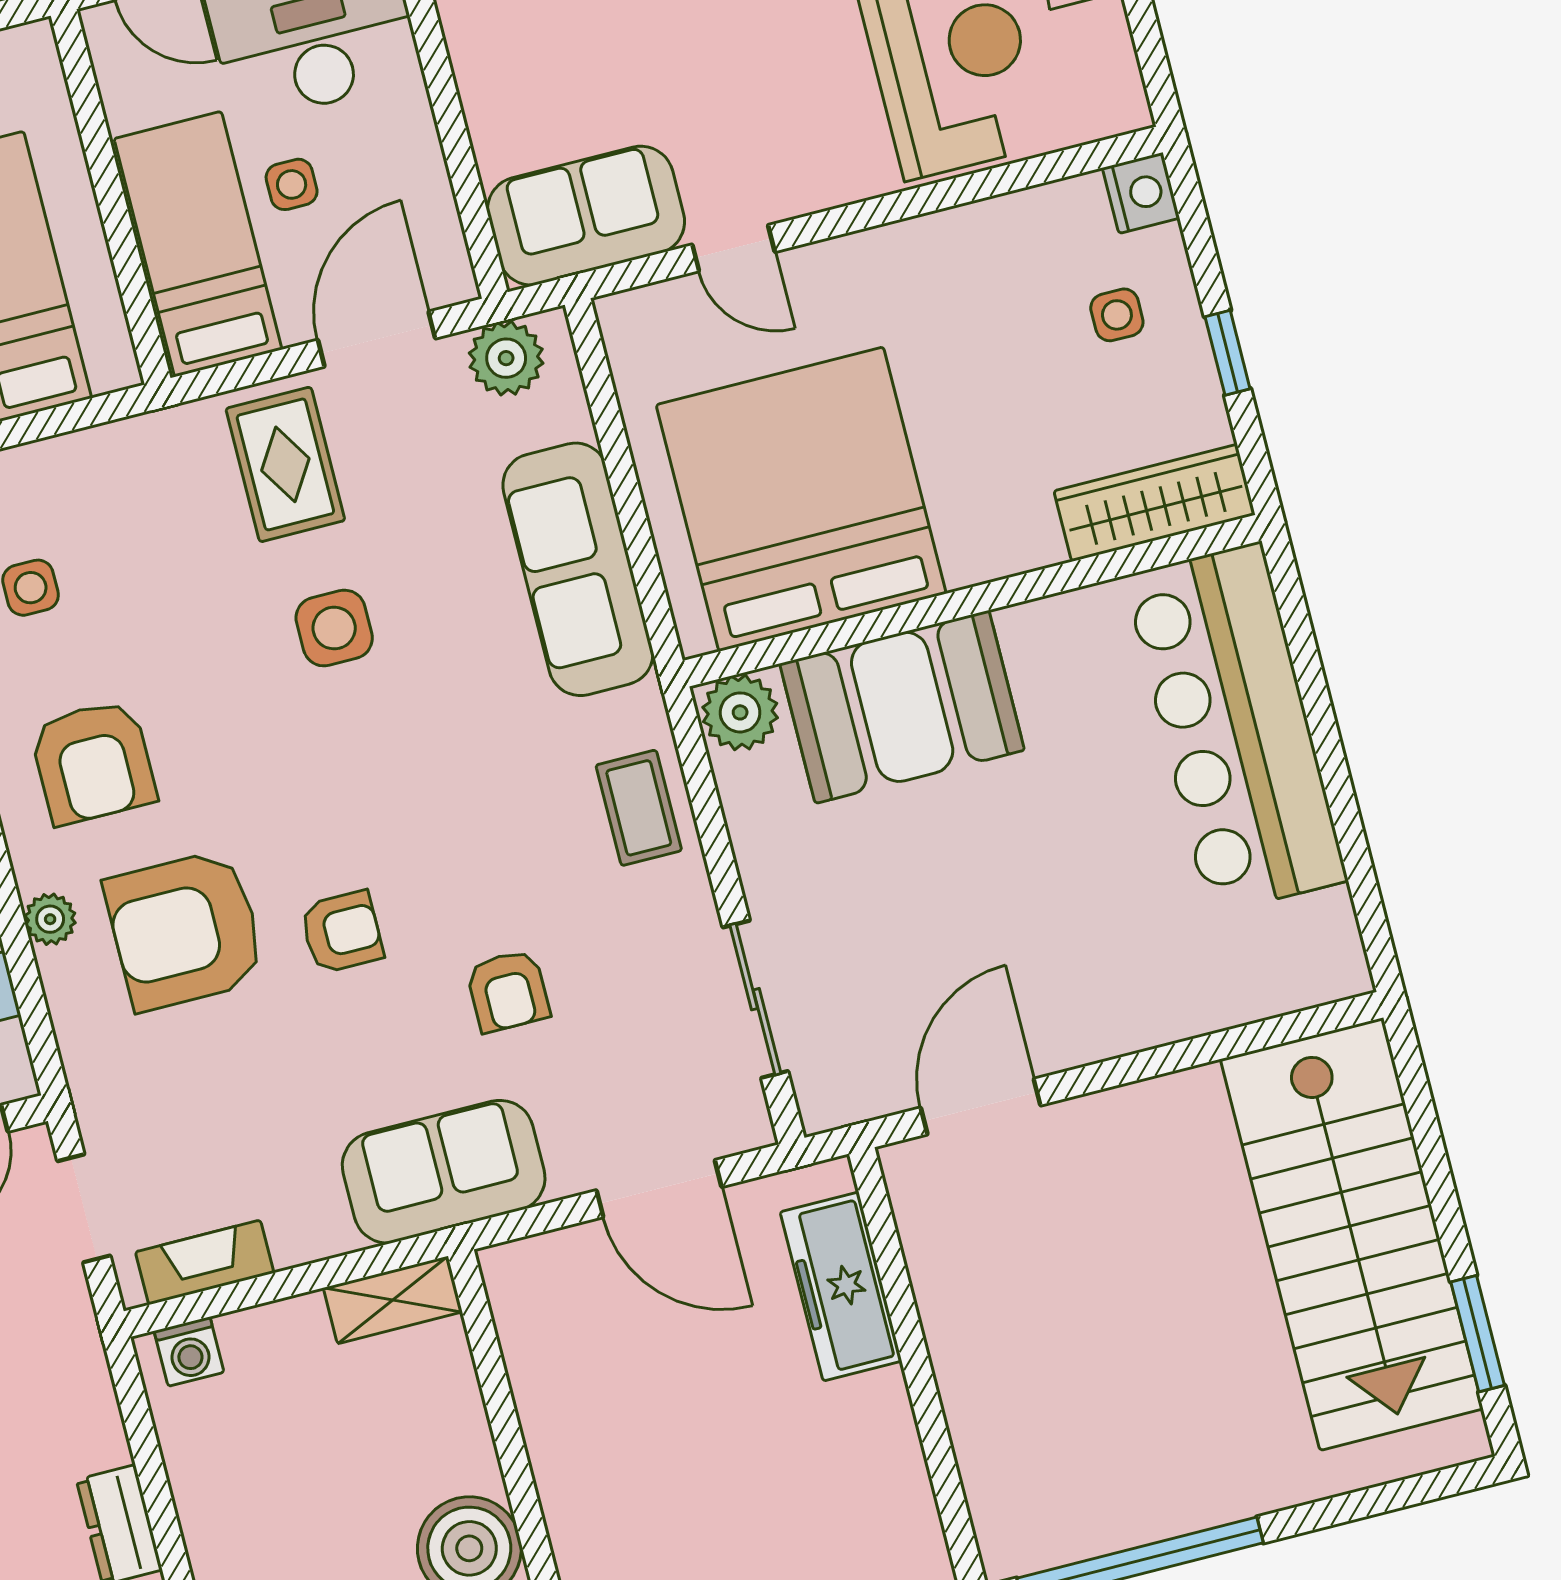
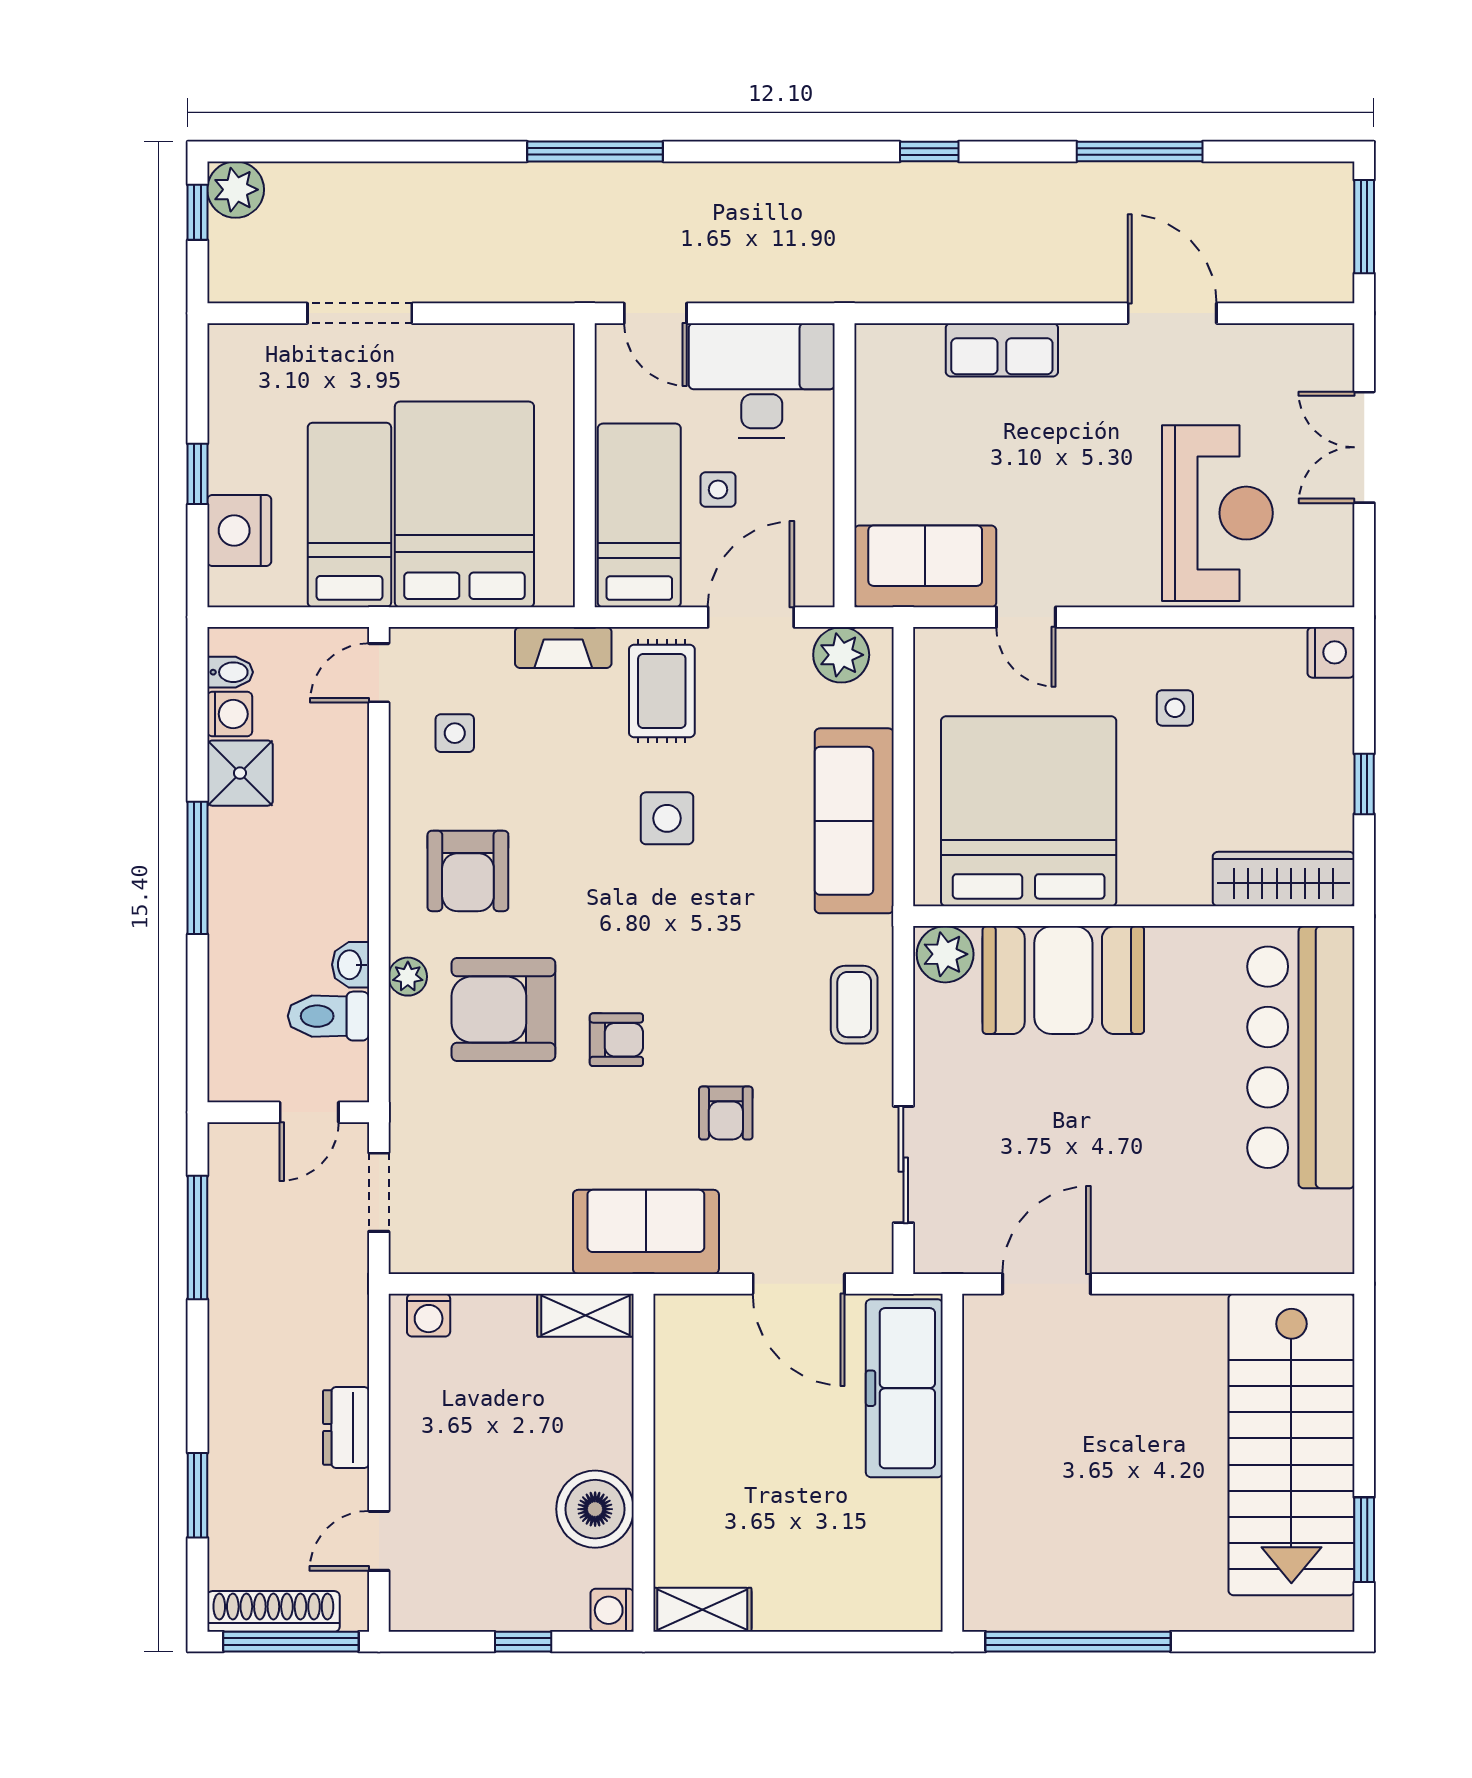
side table: (1117, 315) -> (1175, 708), moved
fireplace: (205, 1262) -> (563, 648), moved, turned 180
freezer: (841, 1287) -> (904, 1388), width x1.36, depth x1.26

